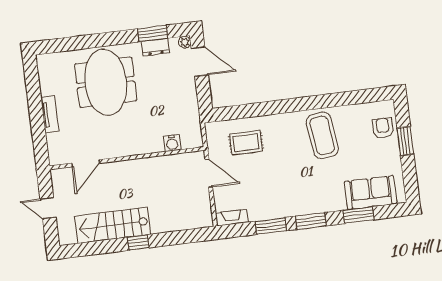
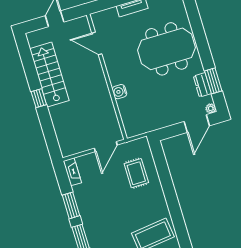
water cooler: (172, 143) -> (119, 92), moved

